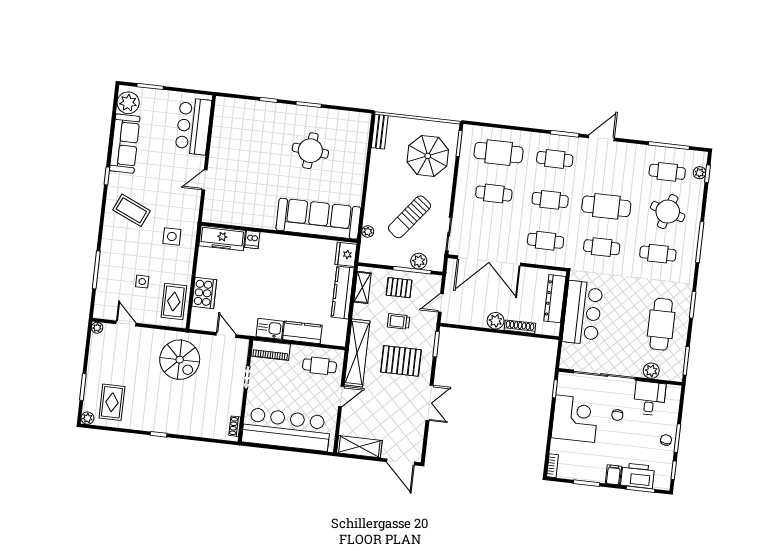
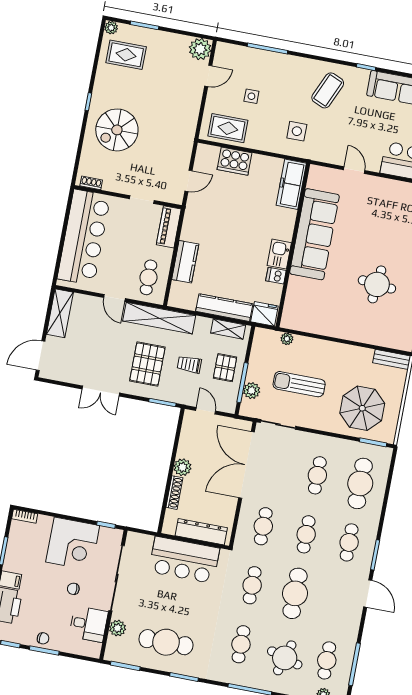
sun lounger: (409, 217) -> (299, 384), turned -38
sofa: (318, 219) -> (314, 234), moved
dishwasher: (252, 240) -> (276, 276), moved
trolley: (399, 321) -> (189, 364), turned -90
plant: (97, 328) -> (200, 49), width x1.87, depth x1.87
kitchen sink: (270, 329) -> (279, 254), moved, turned 180
spiral stairs: (180, 360) -> (117, 130), moved

